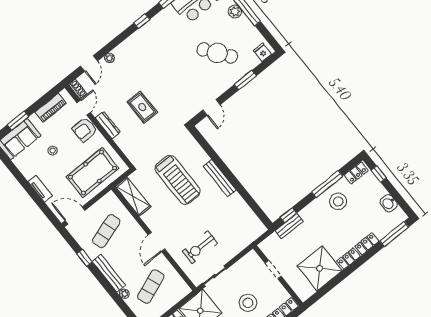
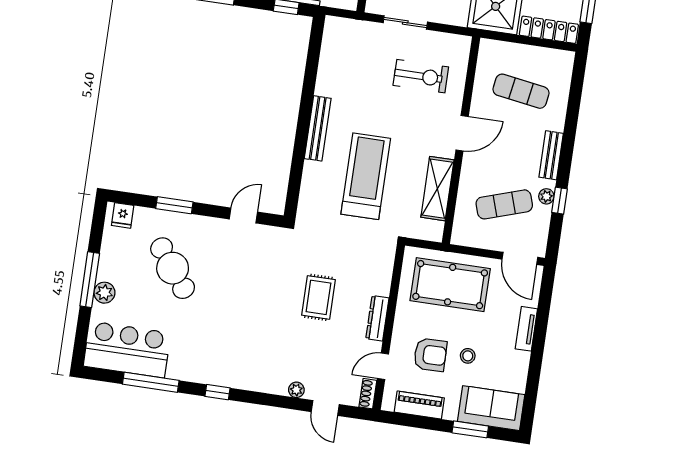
door: (89, 63) -> (325, 408), swing flipped
armchair: (85, 130) -> (430, 355), moved
shelving: (133, 197) -> (437, 189), moved
bench: (109, 273) -> (551, 155), width x0.73
sliding door: (215, 276) -> (405, 22), moved
exercise mat: (151, 287) -> (521, 91), turned 30
plant: (124, 294) -> (546, 196), moved

